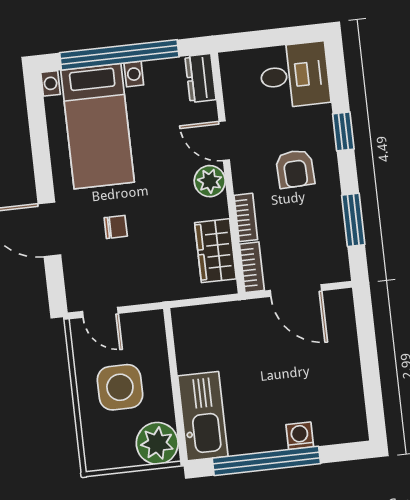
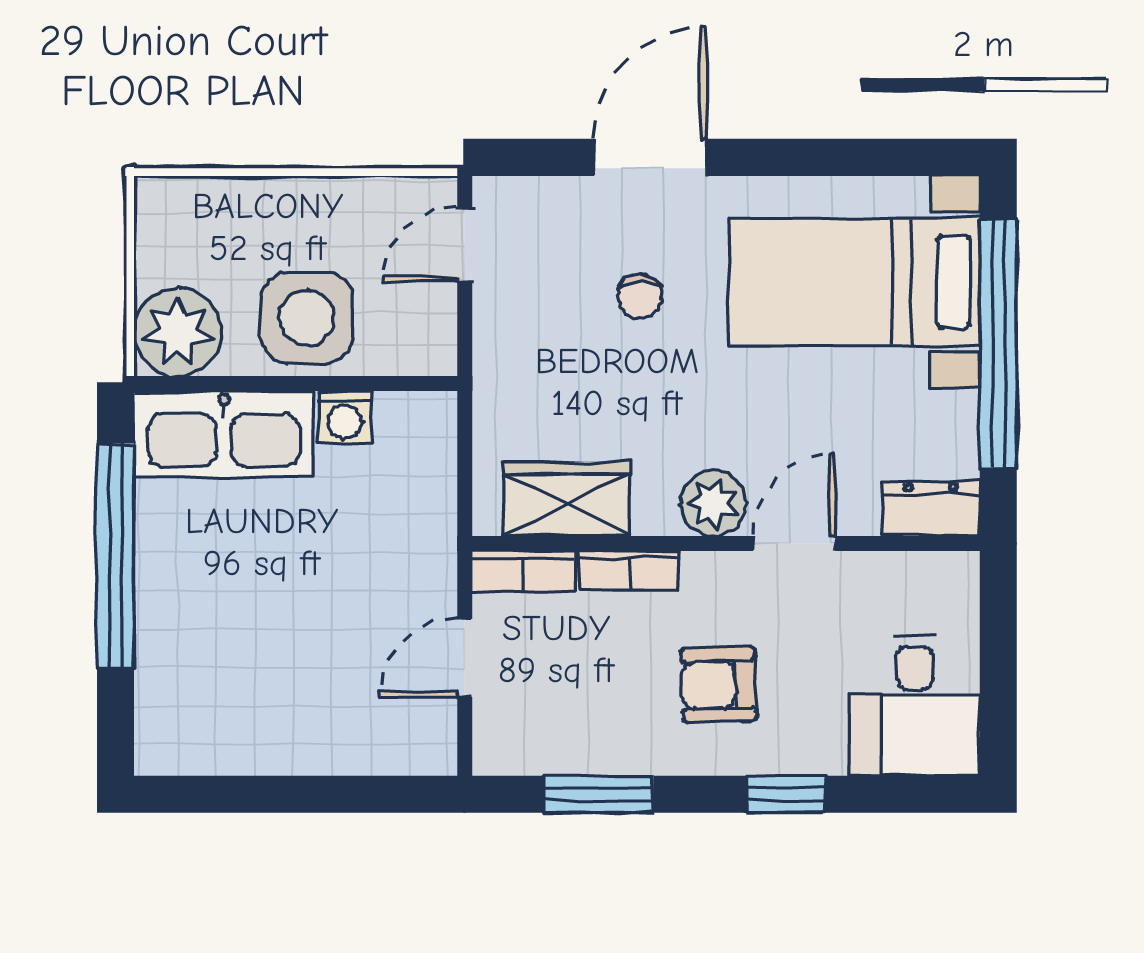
door: (296, 290) -> (465, 658), width x0.73
side table: (120, 387) -> (307, 318), moved
washing machine: (300, 436) -> (345, 417), moved, turned 90

